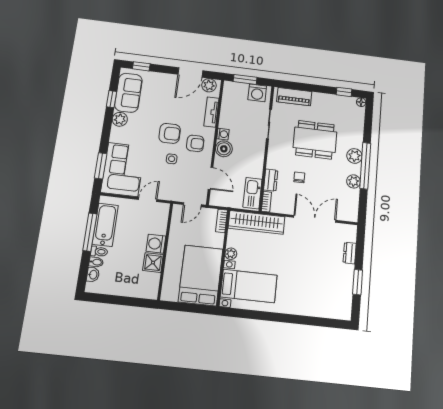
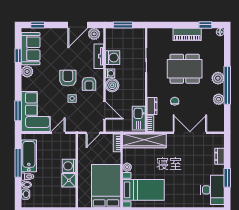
washing machine: (257, 93) -> (113, 58), moved, turned -90
piano: (294, 97) -> (187, 34), moved
armchair: (170, 133) -> (68, 78), turned -90
armchair: (195, 143) -> (89, 84), turned 90
desk: (338, 296) -> (212, 190), added

